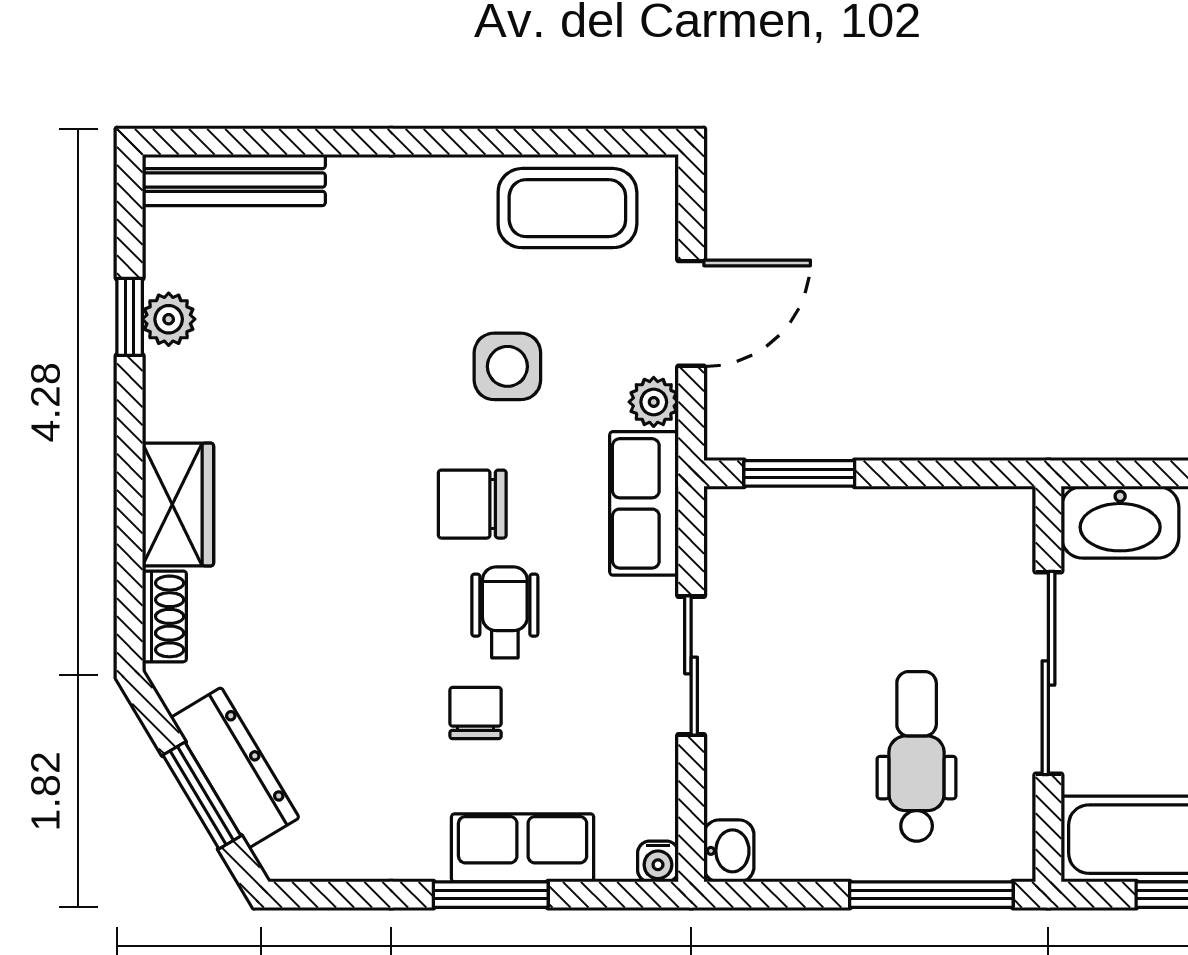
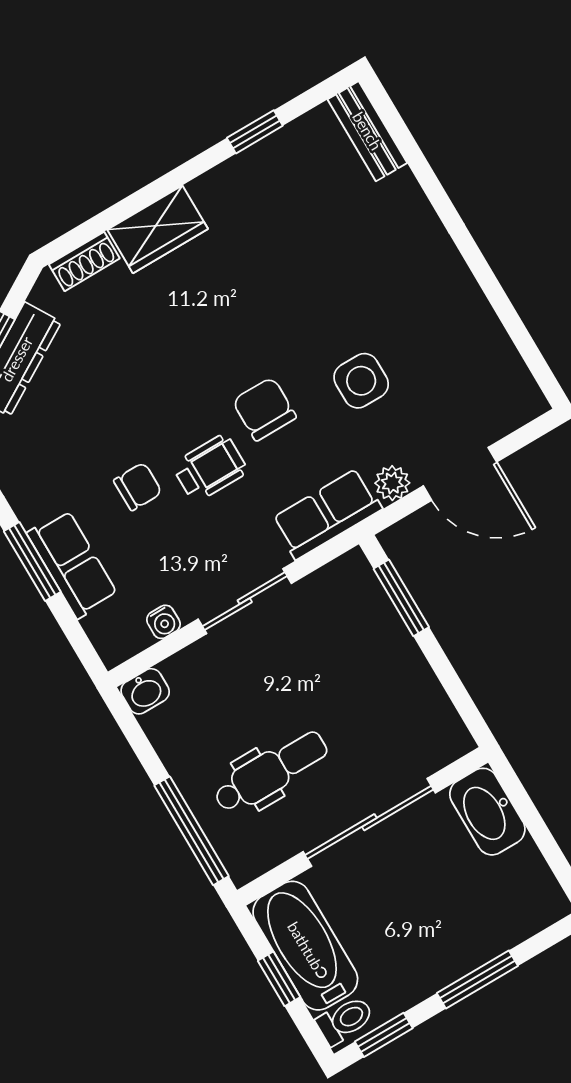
bench: (234, 180) -> (367, 131), width x0.73
coffee table: (567, 208) -> (480, 360), removed
plant: (169, 319) -> (267, 157), removed
water cooler: (658, 861) -> (163, 622), moved, turned -90

